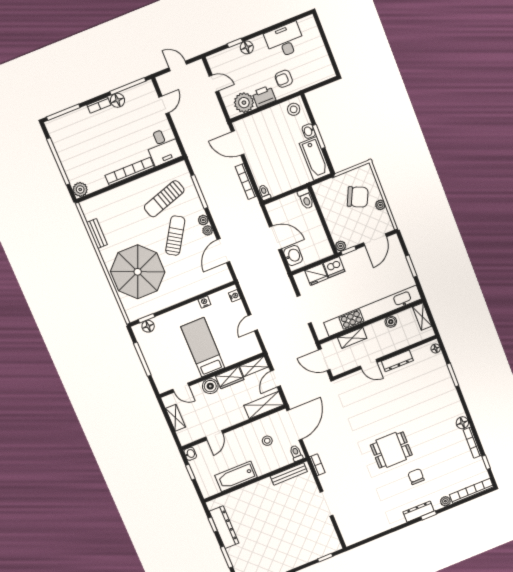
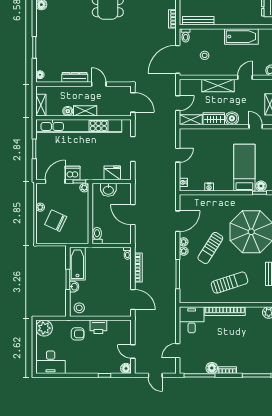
desk: (285, 40) -> (51, 362), moved
floor lamp: (247, 47) -> (126, 368), moved
plant: (244, 103) -> (44, 328), moved
sun lounger: (164, 199) -> (229, 283), moved
washbasin: (293, 256) -> (108, 190), moved, turned -90
dishwasher: (334, 267) -> (73, 173), moved
shelving: (352, 338) -> (85, 111), moved
bed: (203, 347) -> (244, 168), moved, turned 180
shelving: (264, 405) -> (218, 85), moved

